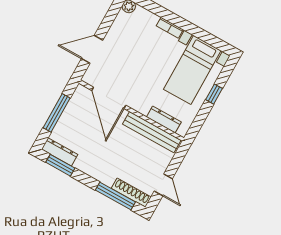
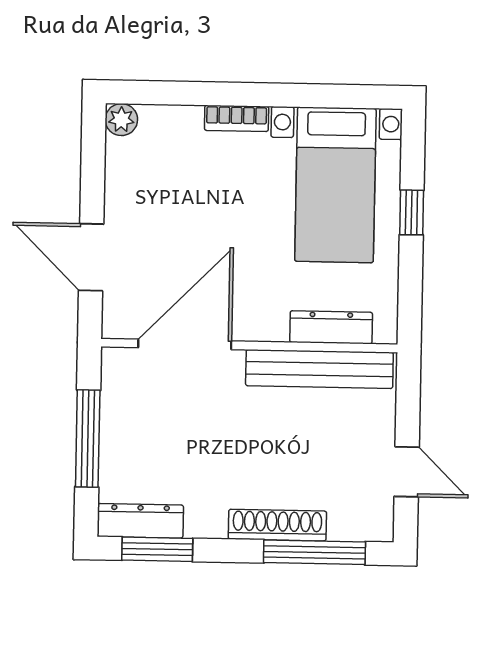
door: (92, 49) -> (91, 257), hinge flipped
door: (109, 98) -> (185, 344), swing flipped
shoe rack: (131, 193) -> (277, 525), moved

